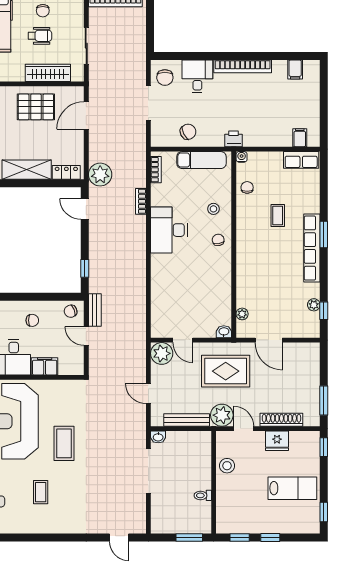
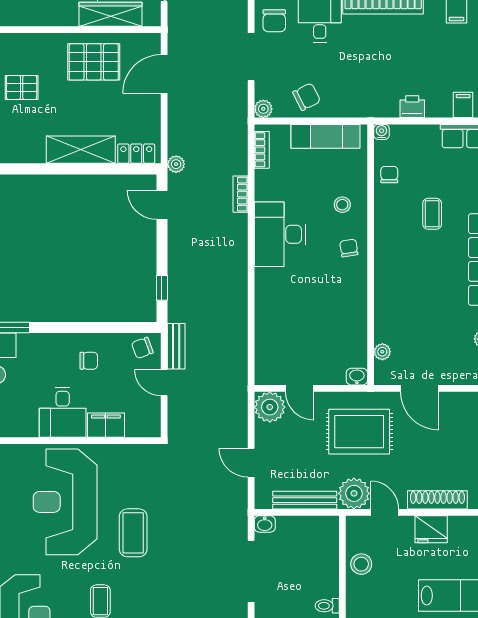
printer: (234, 139) -> (412, 107), moved
plant: (157, 140) -> (263, 109), added
plant: (100, 175) -> (176, 164), width x0.53, depth x0.53

